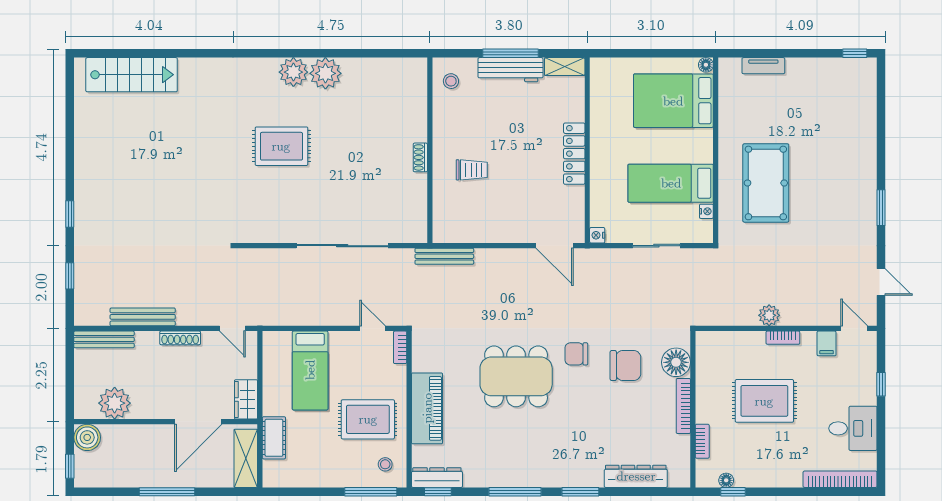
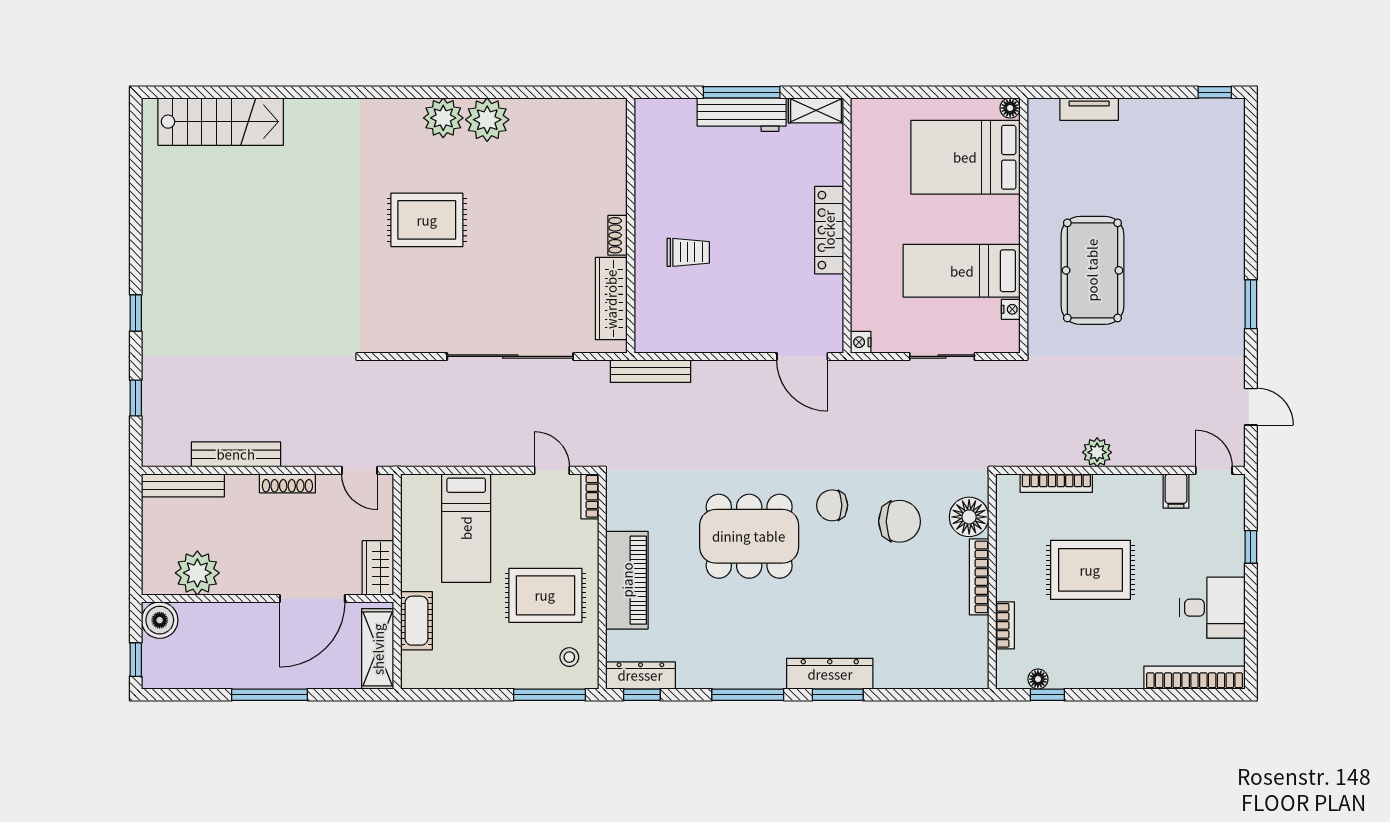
stool: (451, 81) -> (660, 130), removed
wardrobe: (416, 203) -> (611, 299), added
bookcase: (783, 338) -> (1056, 483), moved, width x1.56
dresser: (636, 476) -> (830, 674), moved

